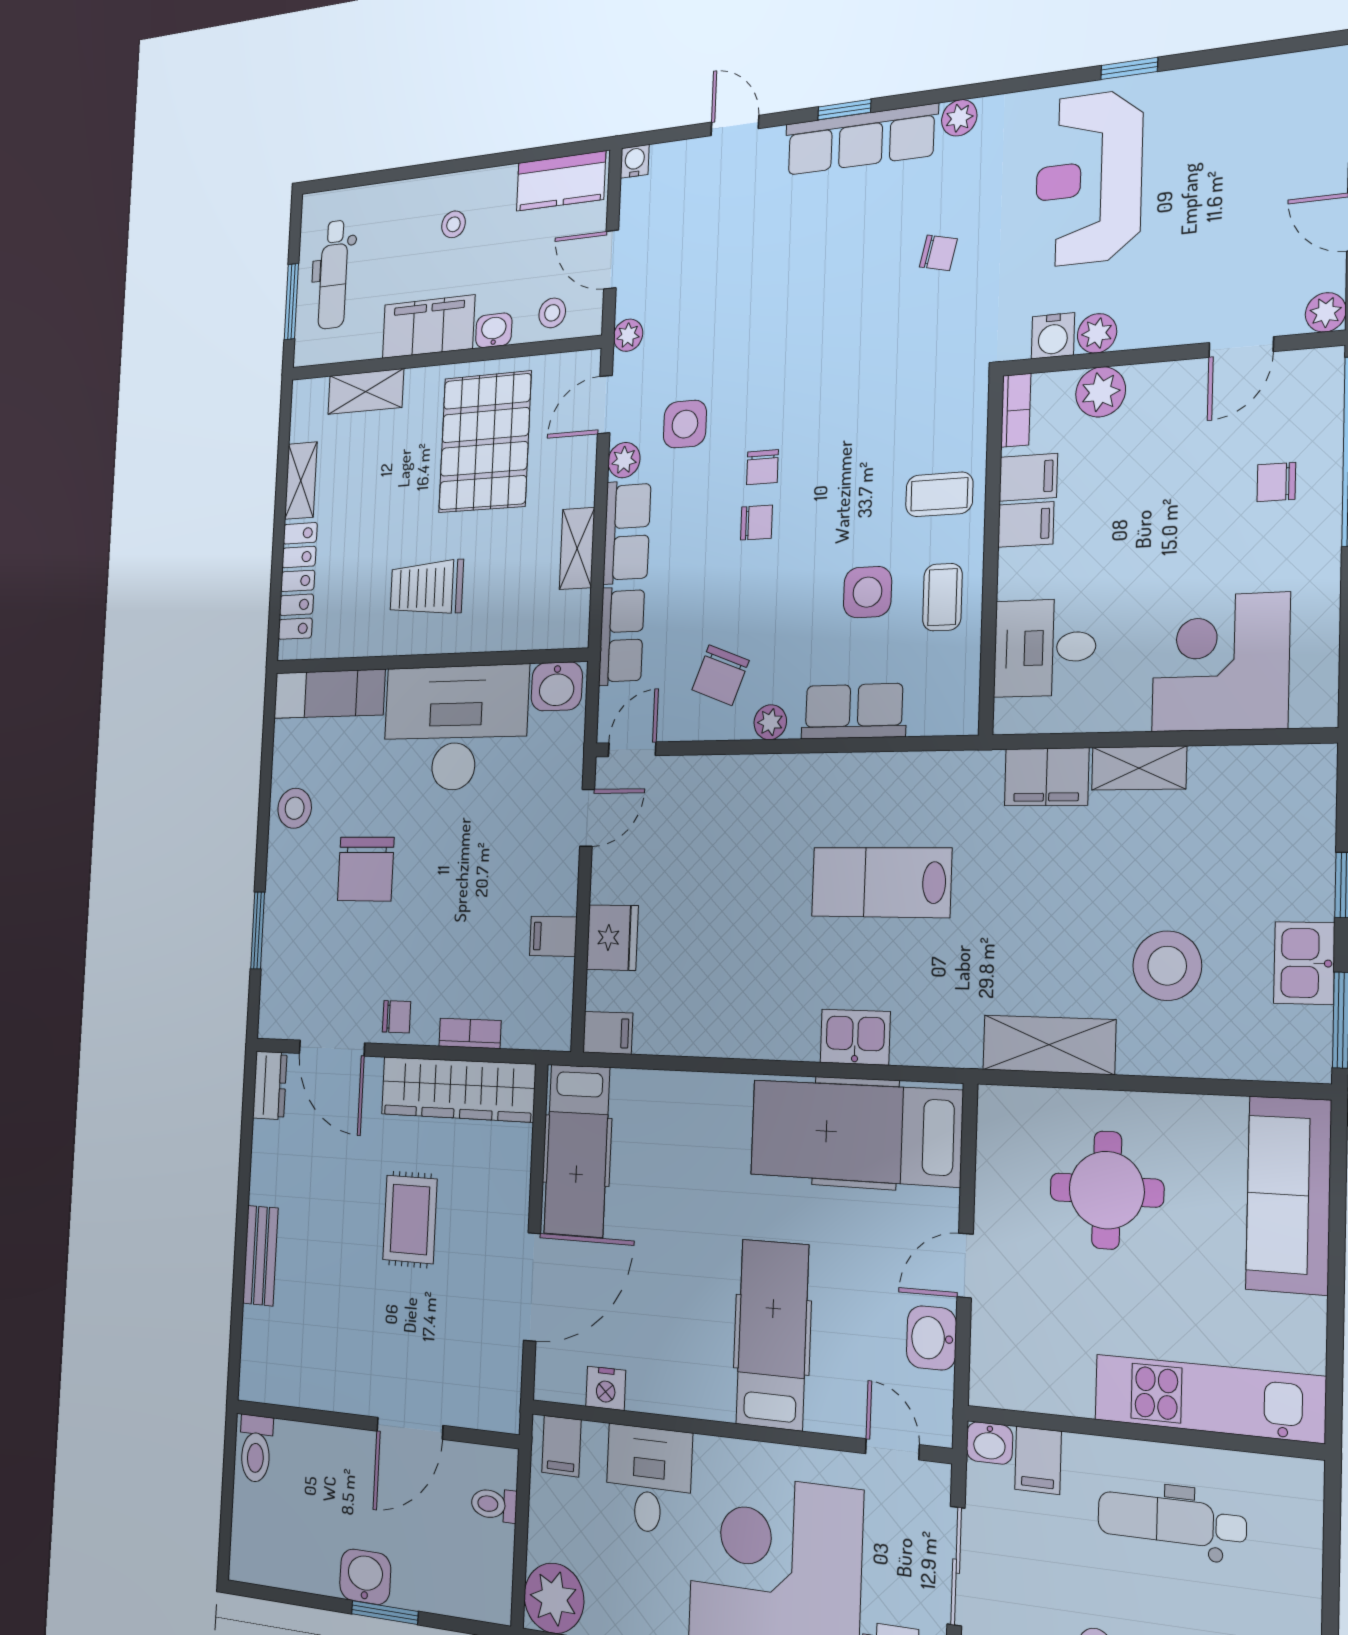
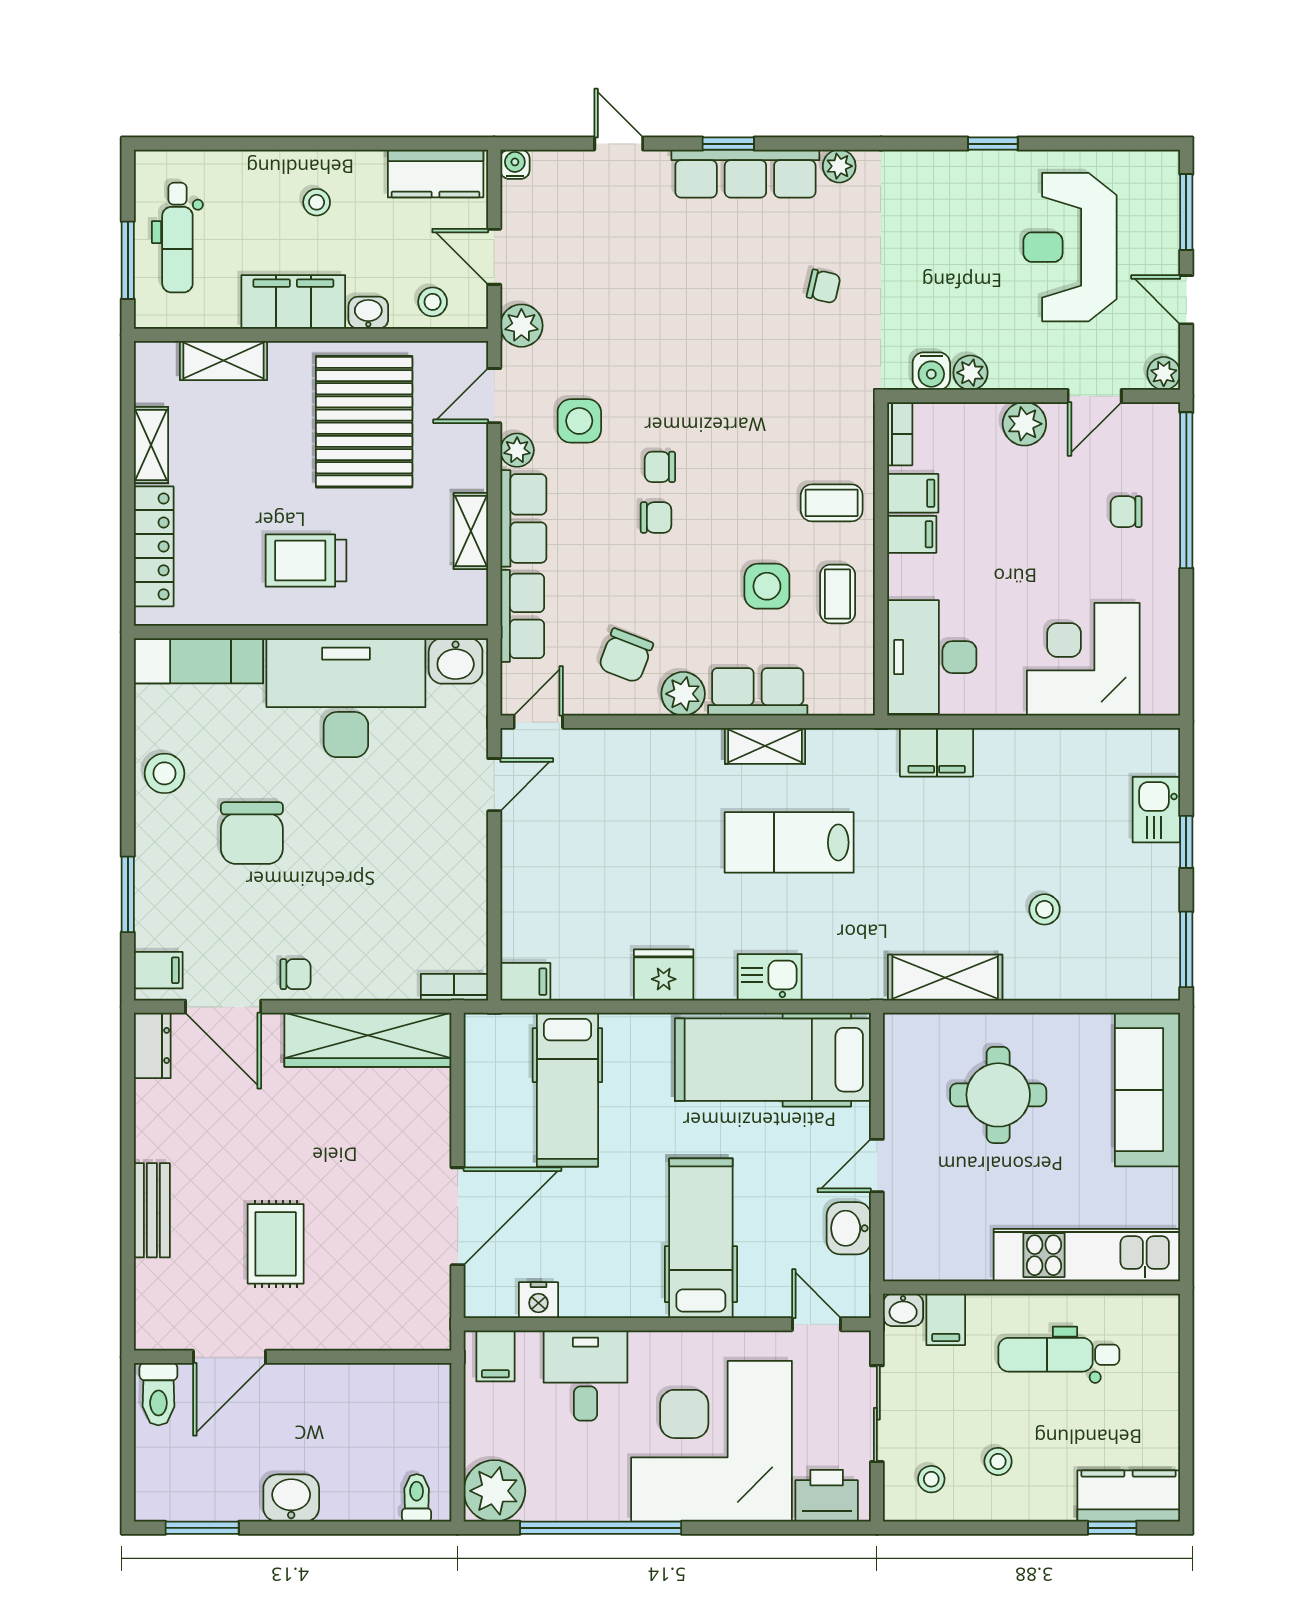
reception desk: (1089, 178) -> (1070, 247), moved
plant: (628, 335) -> (521, 326), width x1.38, depth x1.38
plant: (1101, 392) -> (1024, 424), moved
chair: (762, 467) -> (660, 467), turned 90
desk: (1045, 648) -> (932, 657), width x1.37
plant: (770, 722) -> (683, 694), width x1.38, depth x1.38
shelving: (1139, 768) -> (765, 746), moved
filing cabinet: (553, 936) -> (158, 970), moved, turned 180
fridge: (612, 938) -> (664, 975), moved, turned -90
kitchen sink: (1304, 963) -> (1156, 810), moved
stool: (1167, 966) -> (1044, 909), width x0.53, depth x0.53
bookcase: (470, 1033) -> (454, 987), moved
hospital bed: (577, 1150) -> (567, 1090), moved
rug: (410, 1219) -> (276, 1244), moved
door: (410, 1428) -> (229, 1357), moved
toilet: (494, 1504) -> (417, 1498), moved, turned 90
window: (385, 1613) -> (202, 1528), moved

